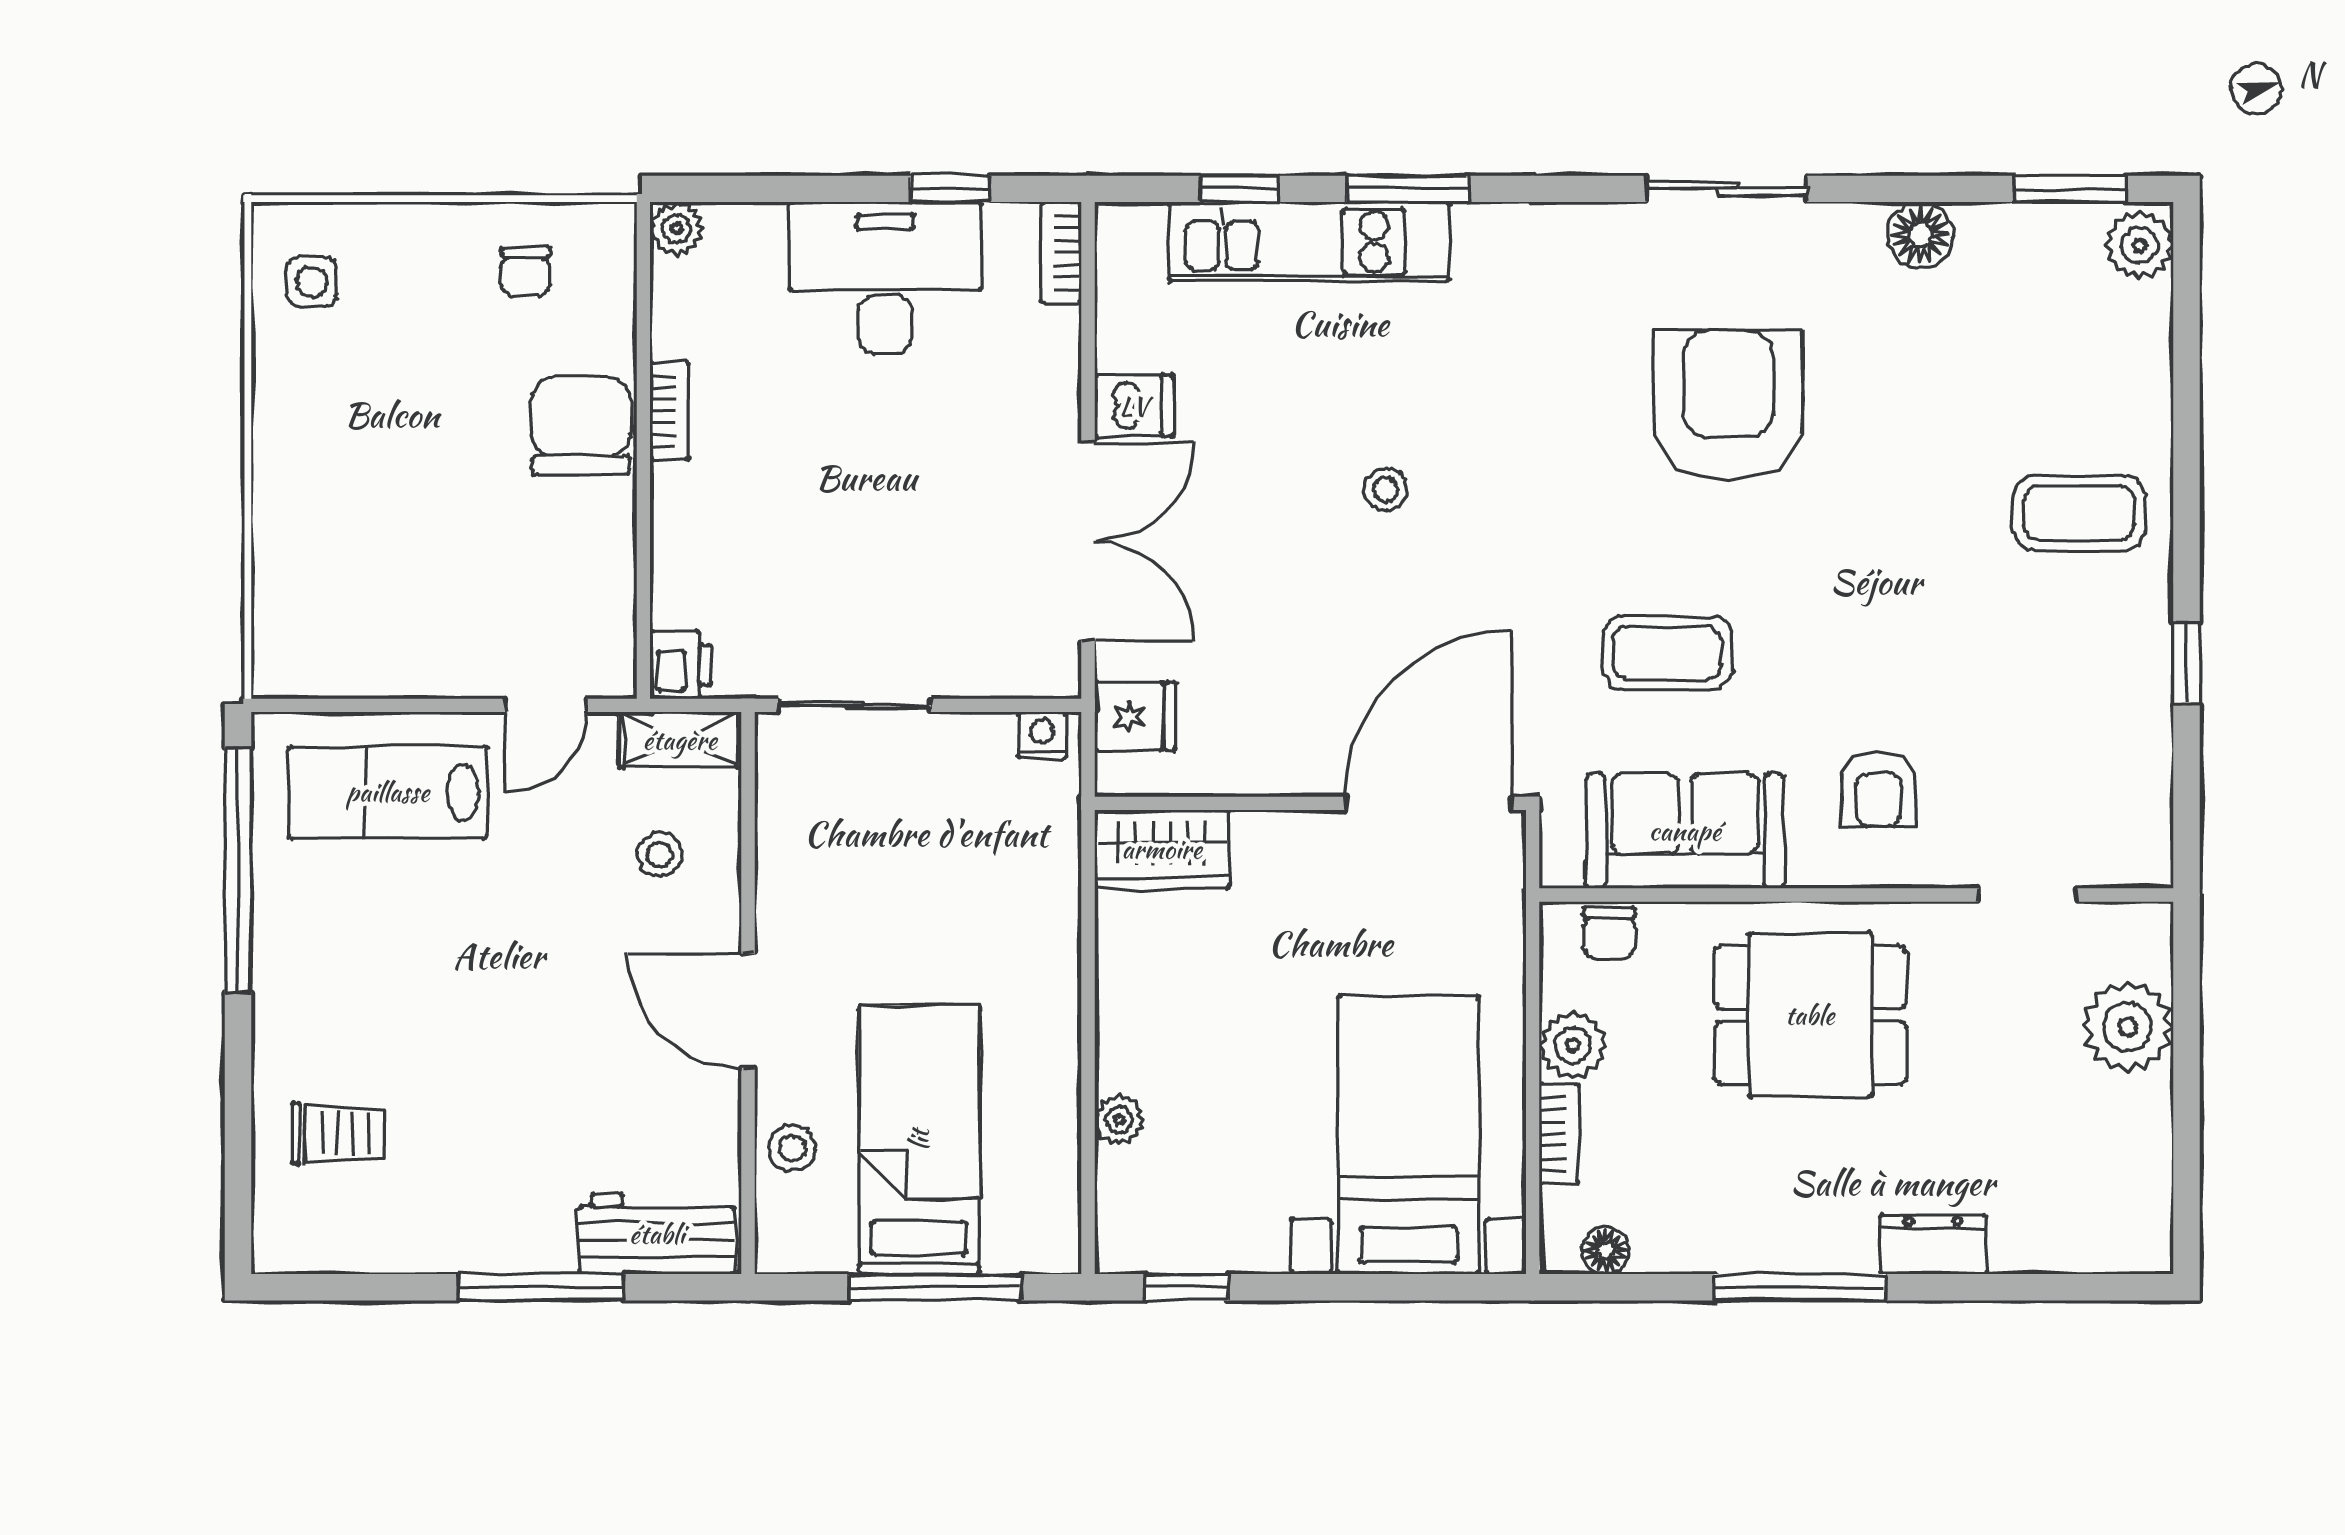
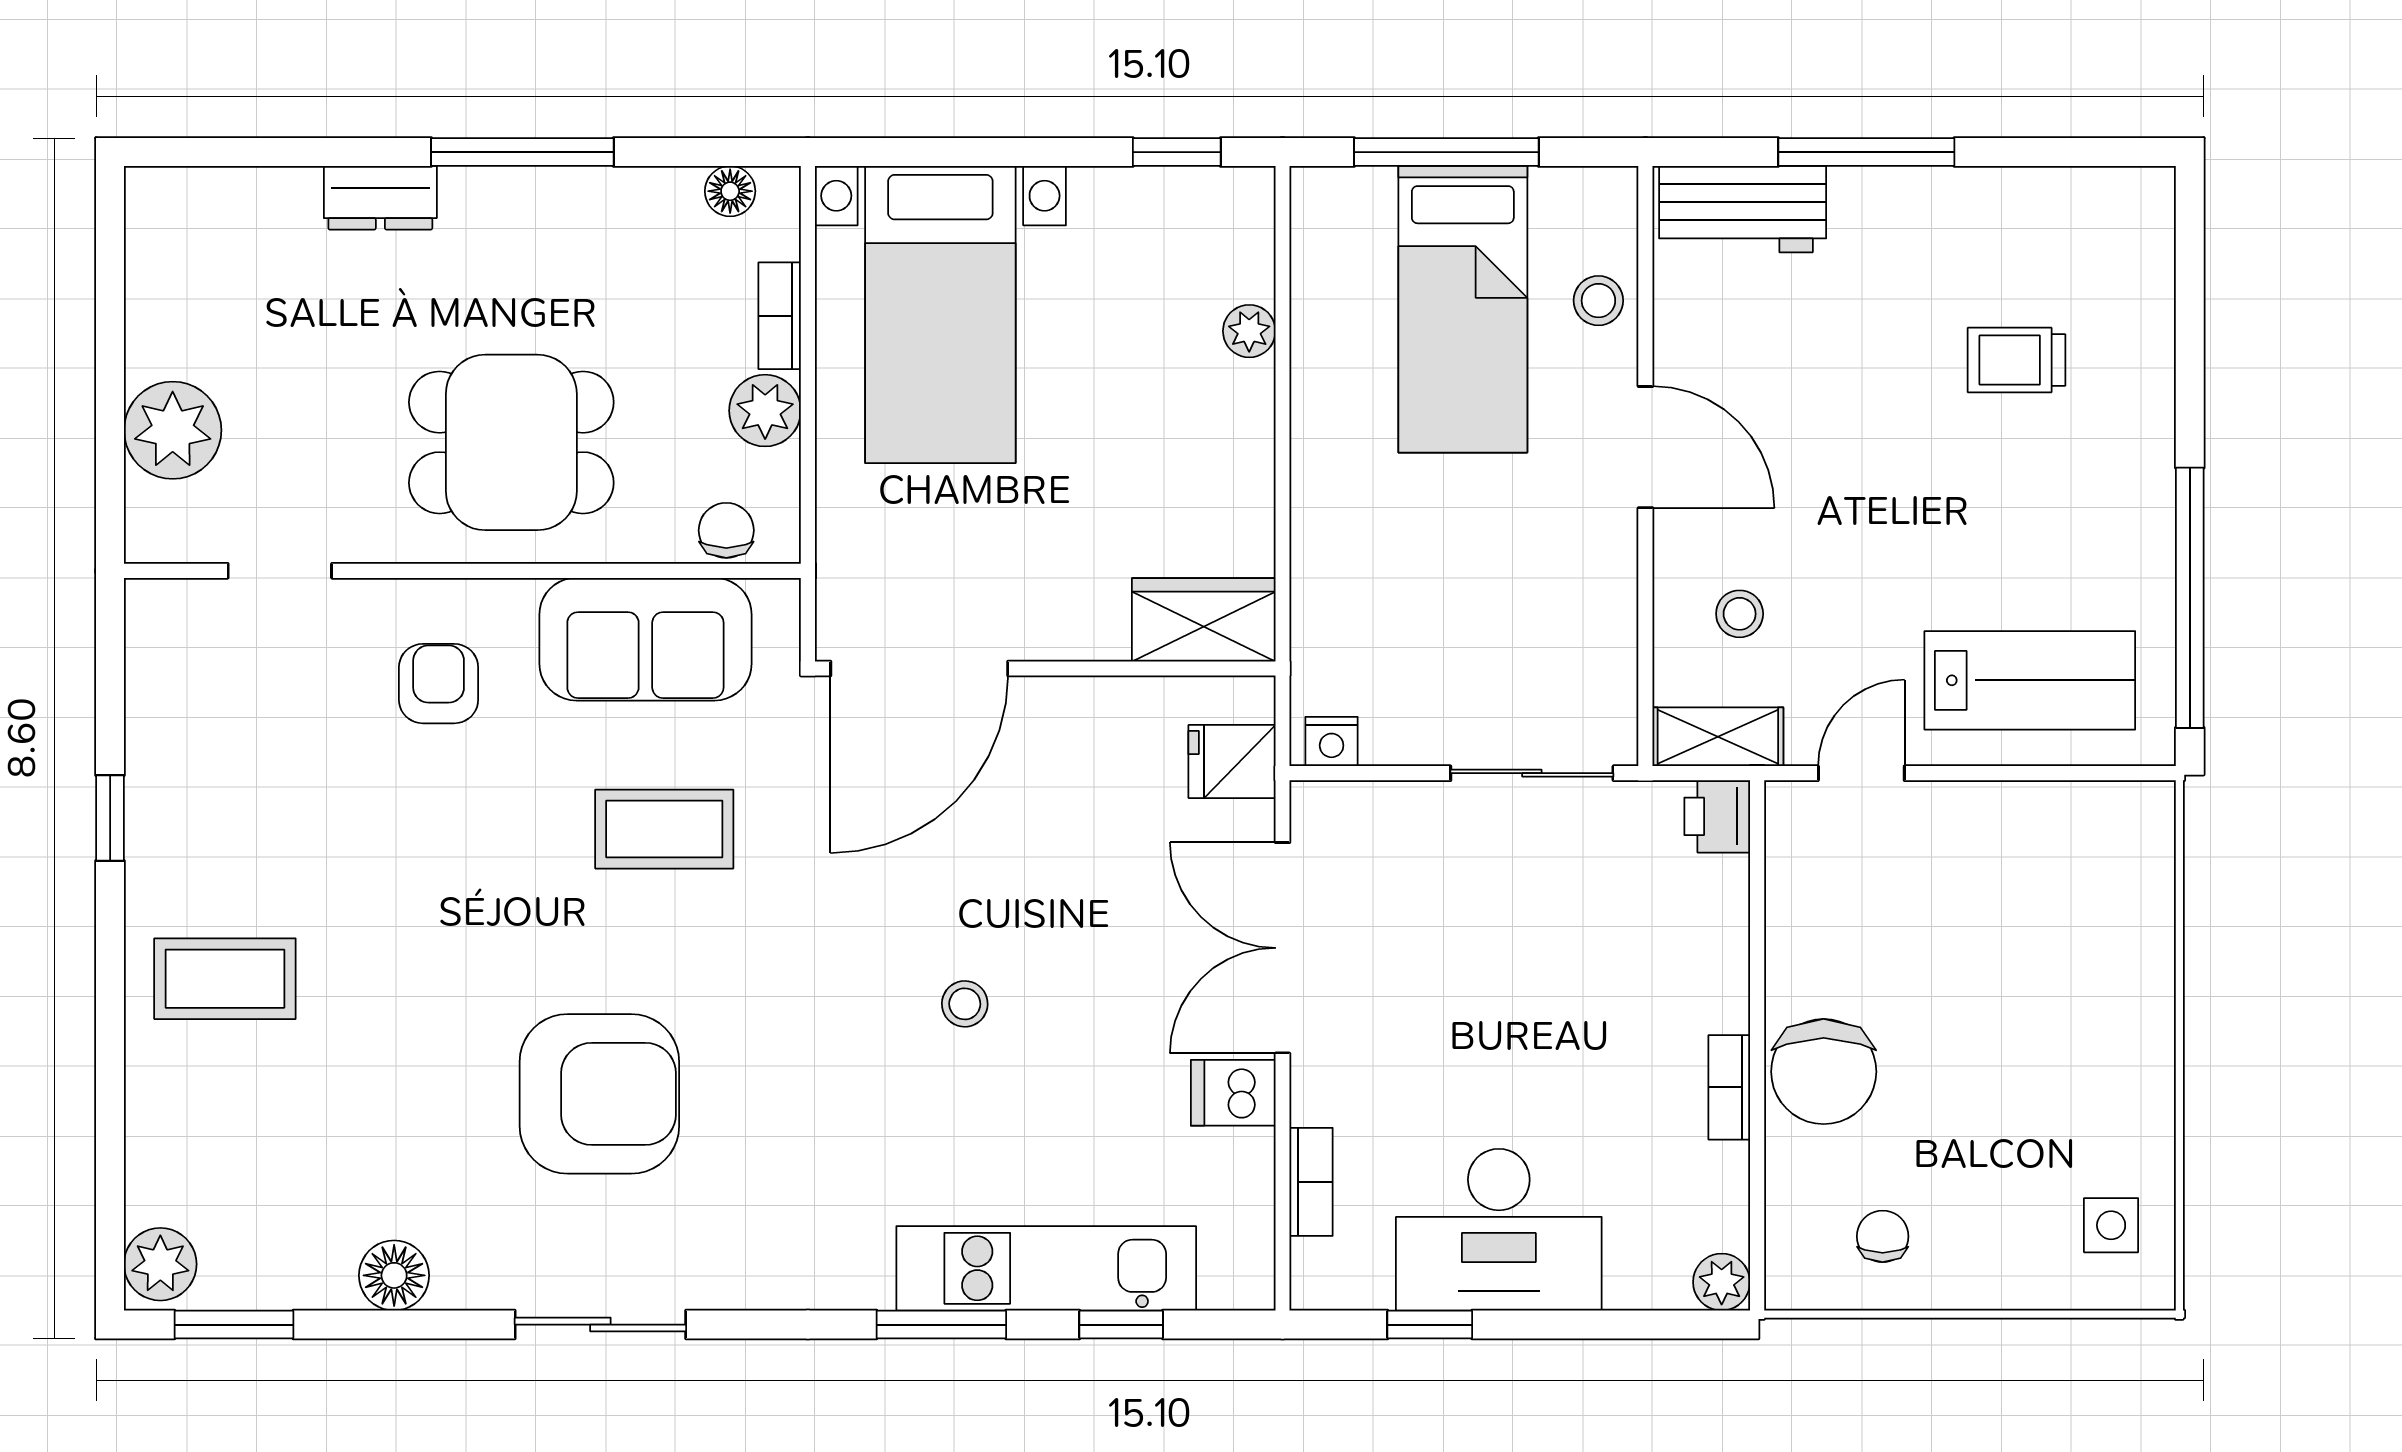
bookcase: (1061, 253) -> (1311, 1182), moved
armchair: (1728, 405) -> (599, 1094), turned -90
trolley: (338, 1133) -> (2017, 360), moved

